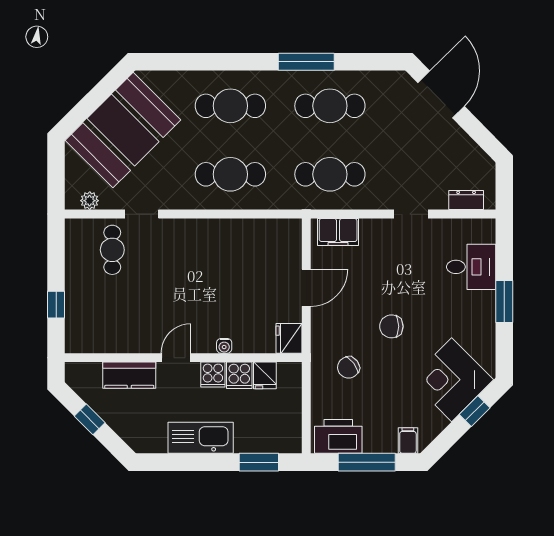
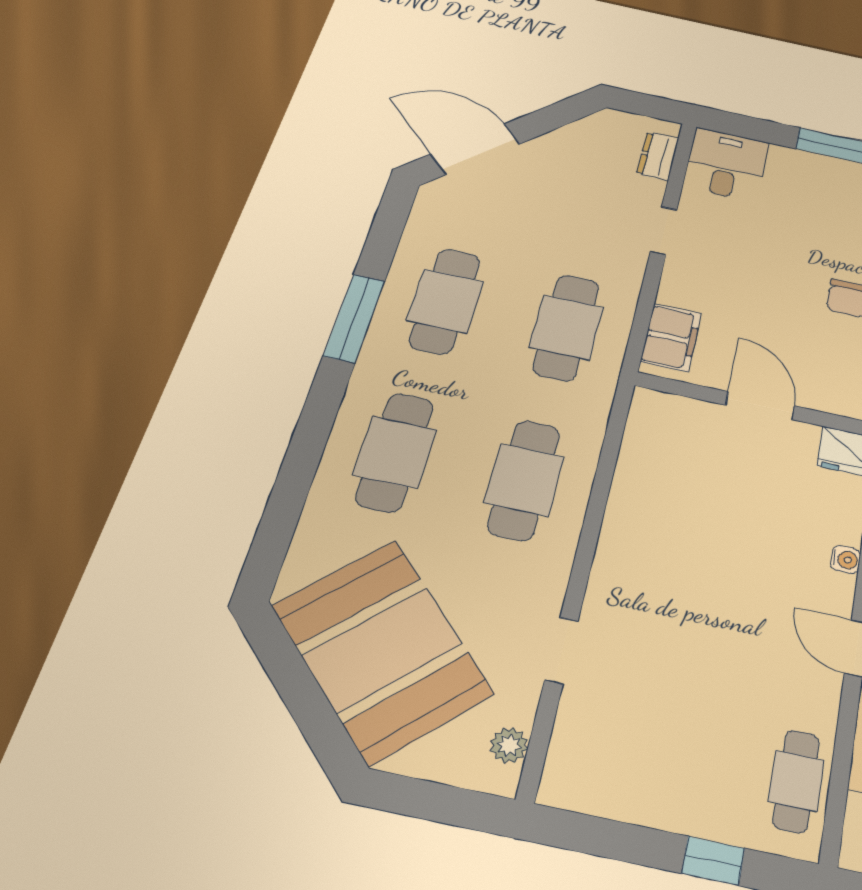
cafe table: (112, 250) -> (796, 781), moved, turned 90
desk: (471, 267) -> (726, 164), moved

